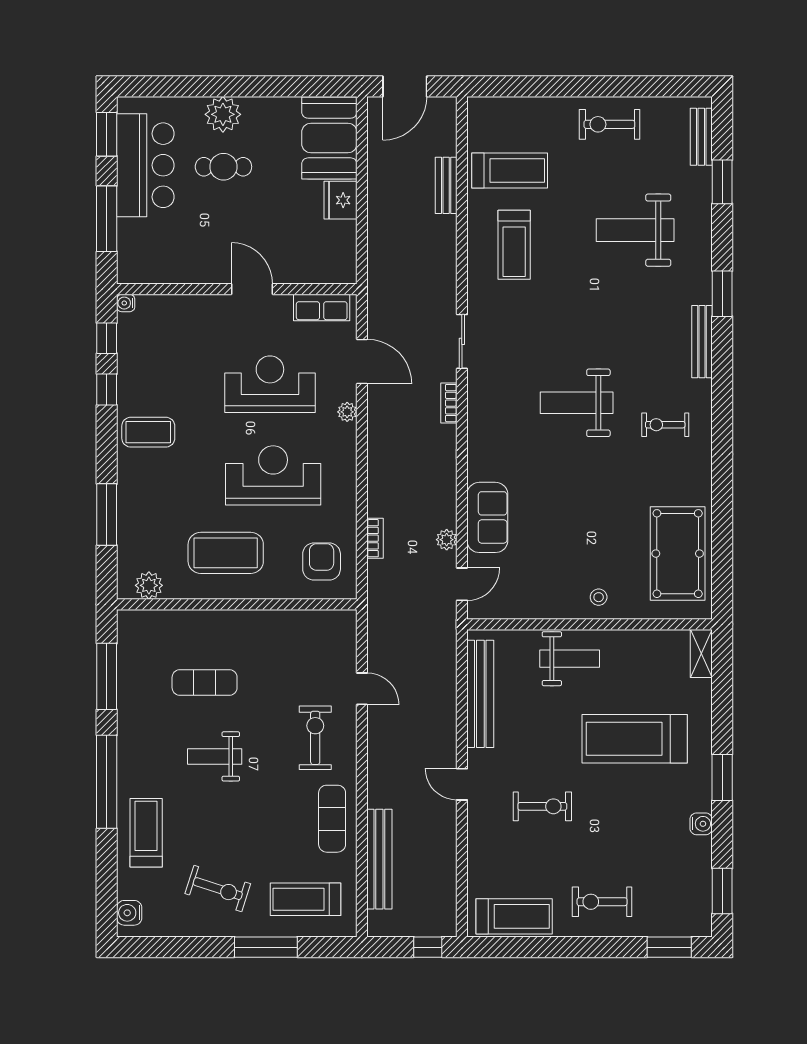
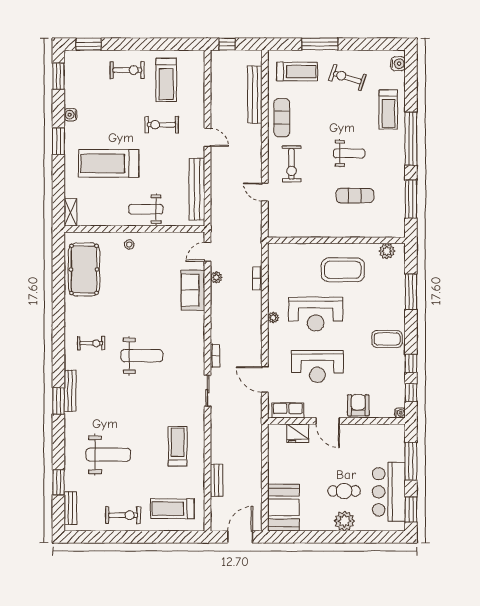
treadmill: (510, 171) -> (172, 509), moved
fridge: (340, 200) -> (298, 433), moved, turned 90
window: (722, 294) -> (58, 401), moved
plant: (347, 412) -> (273, 318), moved
armchair: (322, 562) -> (358, 405), moved, turned 180
treadmill: (635, 739) -> (109, 163), turned 180
treadmill: (514, 916) -> (166, 80), moved, turned -90

